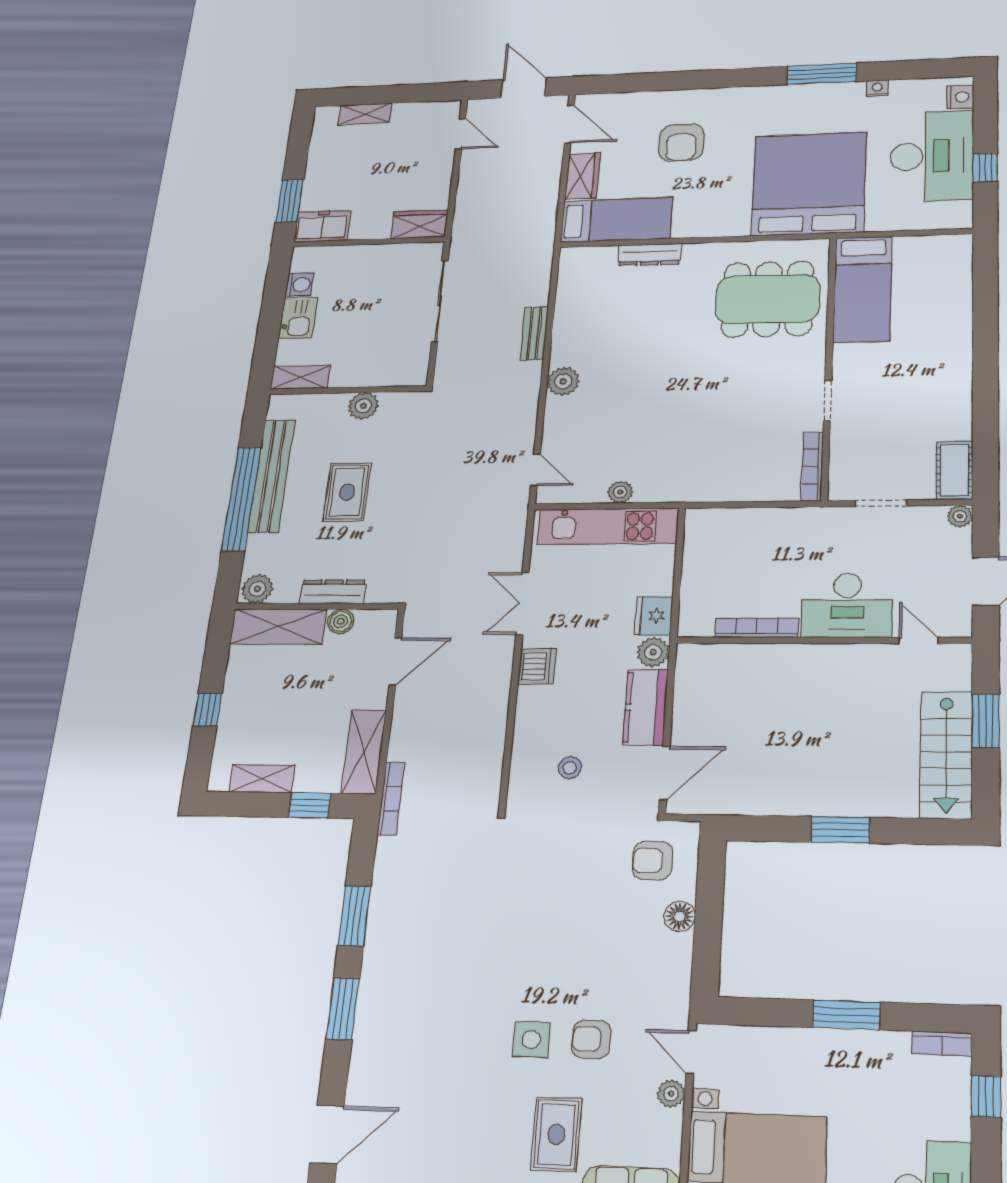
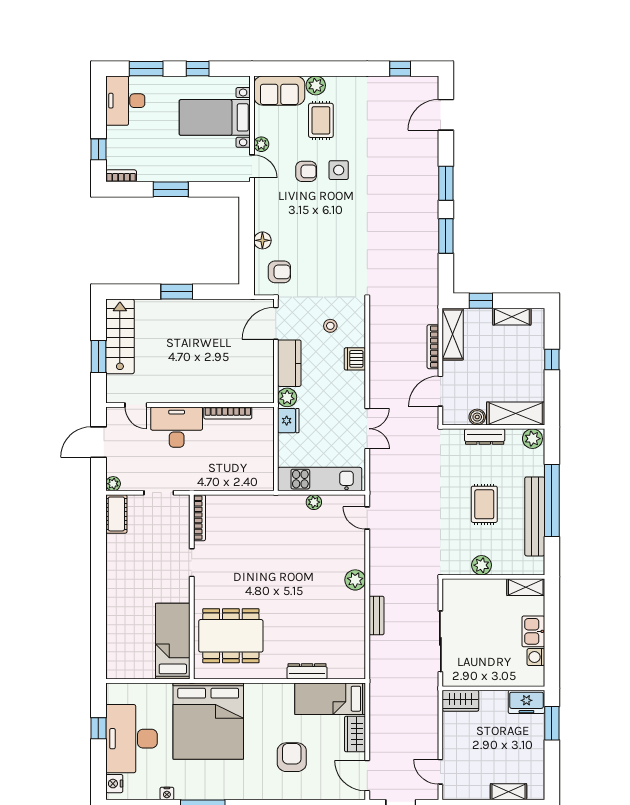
dishwasher: (537, 666) -> (355, 359), moved
bookcase: (391, 799) -> (433, 347), moved

